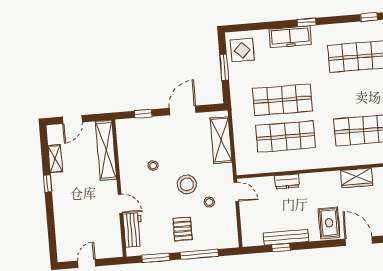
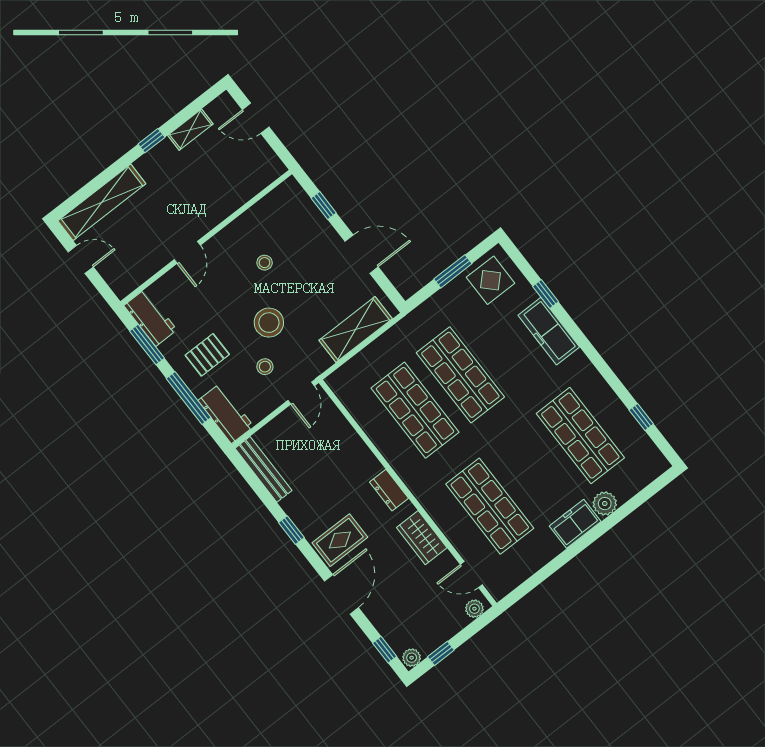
window: (307, 22) -> (546, 294), moved
shelving: (106, 150) -> (102, 202), moved
dresser: (287, 181) -> (389, 490), moved
workbench: (133, 230) -> (150, 318), moved, turned -90
bench: (286, 237) -> (263, 469), moved
workbench: (221, 240) -> (226, 413), added
window: (281, 248) -> (291, 530), moved

